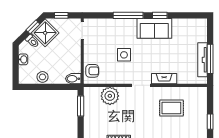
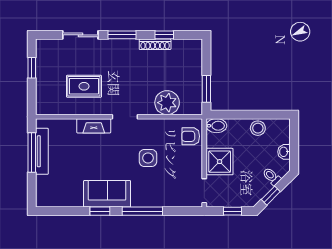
shower: (45, 33) -> (220, 162), moved, turned 45

